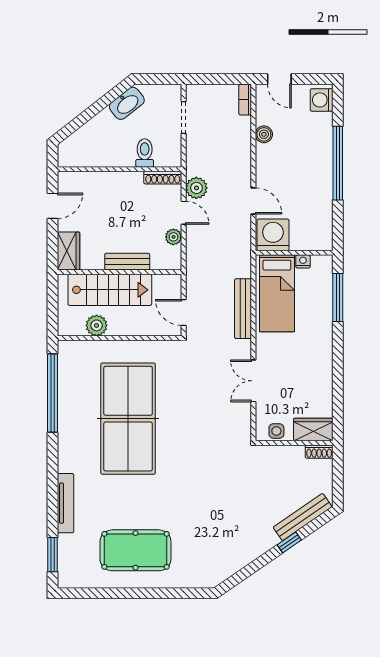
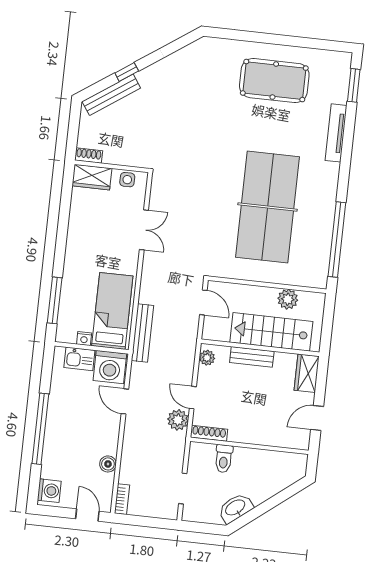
plant: (173, 237) -> (207, 358), moved
kitchen sink: (305, 240) -> (79, 359), added
bench: (243, 309) -> (142, 333), moved

